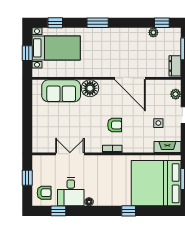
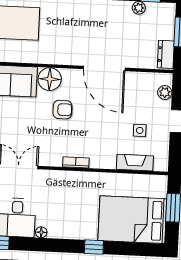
armchair: (115, 125) -> (62, 110), moved
fireplace: (167, 147) -> (135, 163), moved
bed: (156, 183) -> (132, 220), width x0.73

